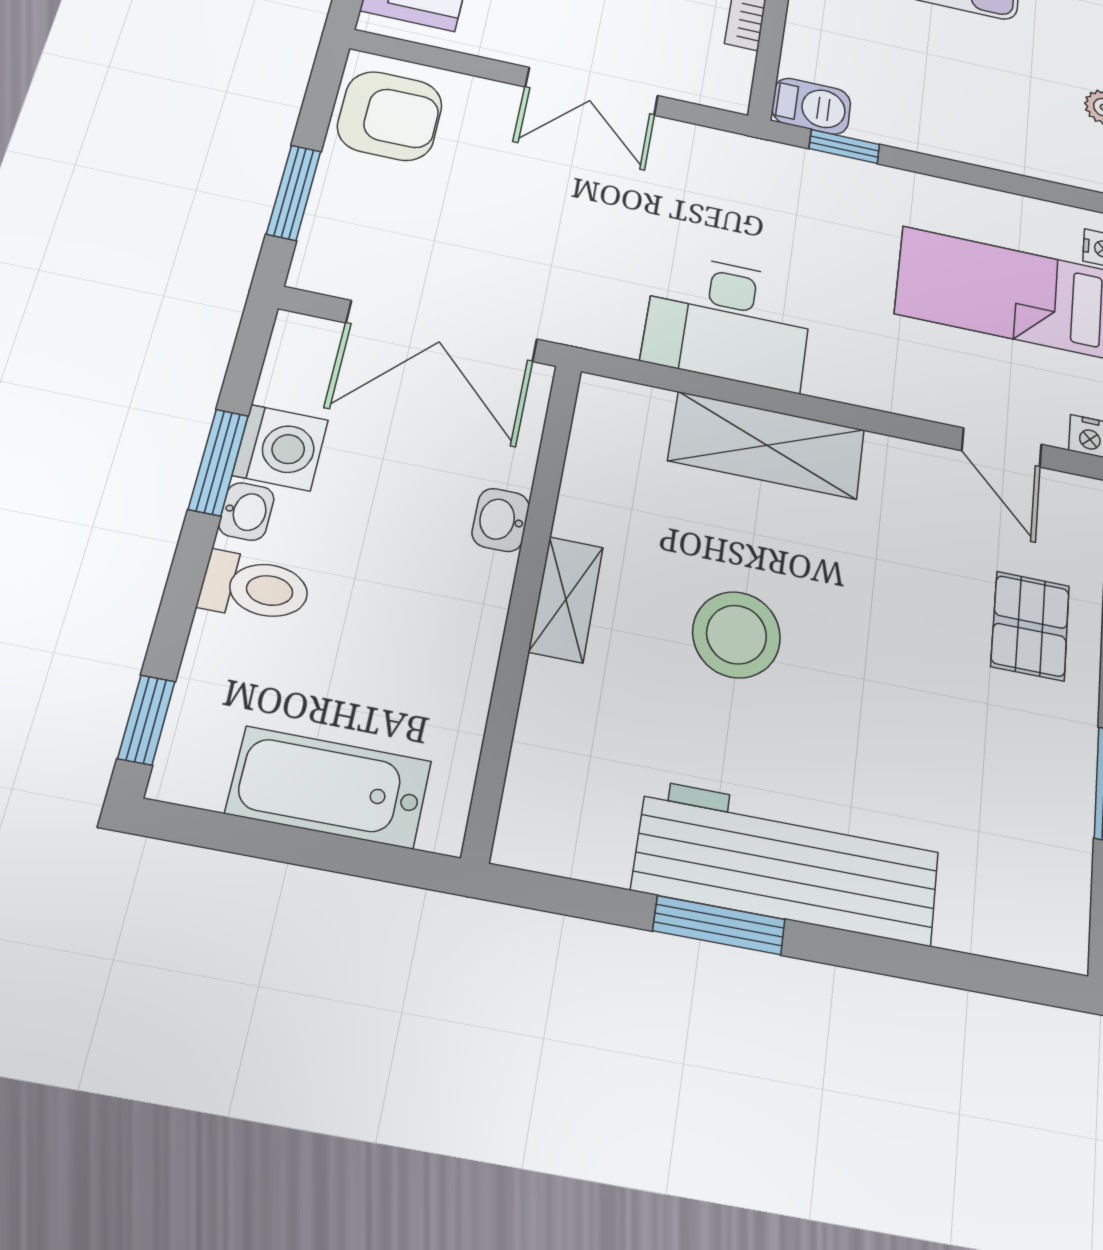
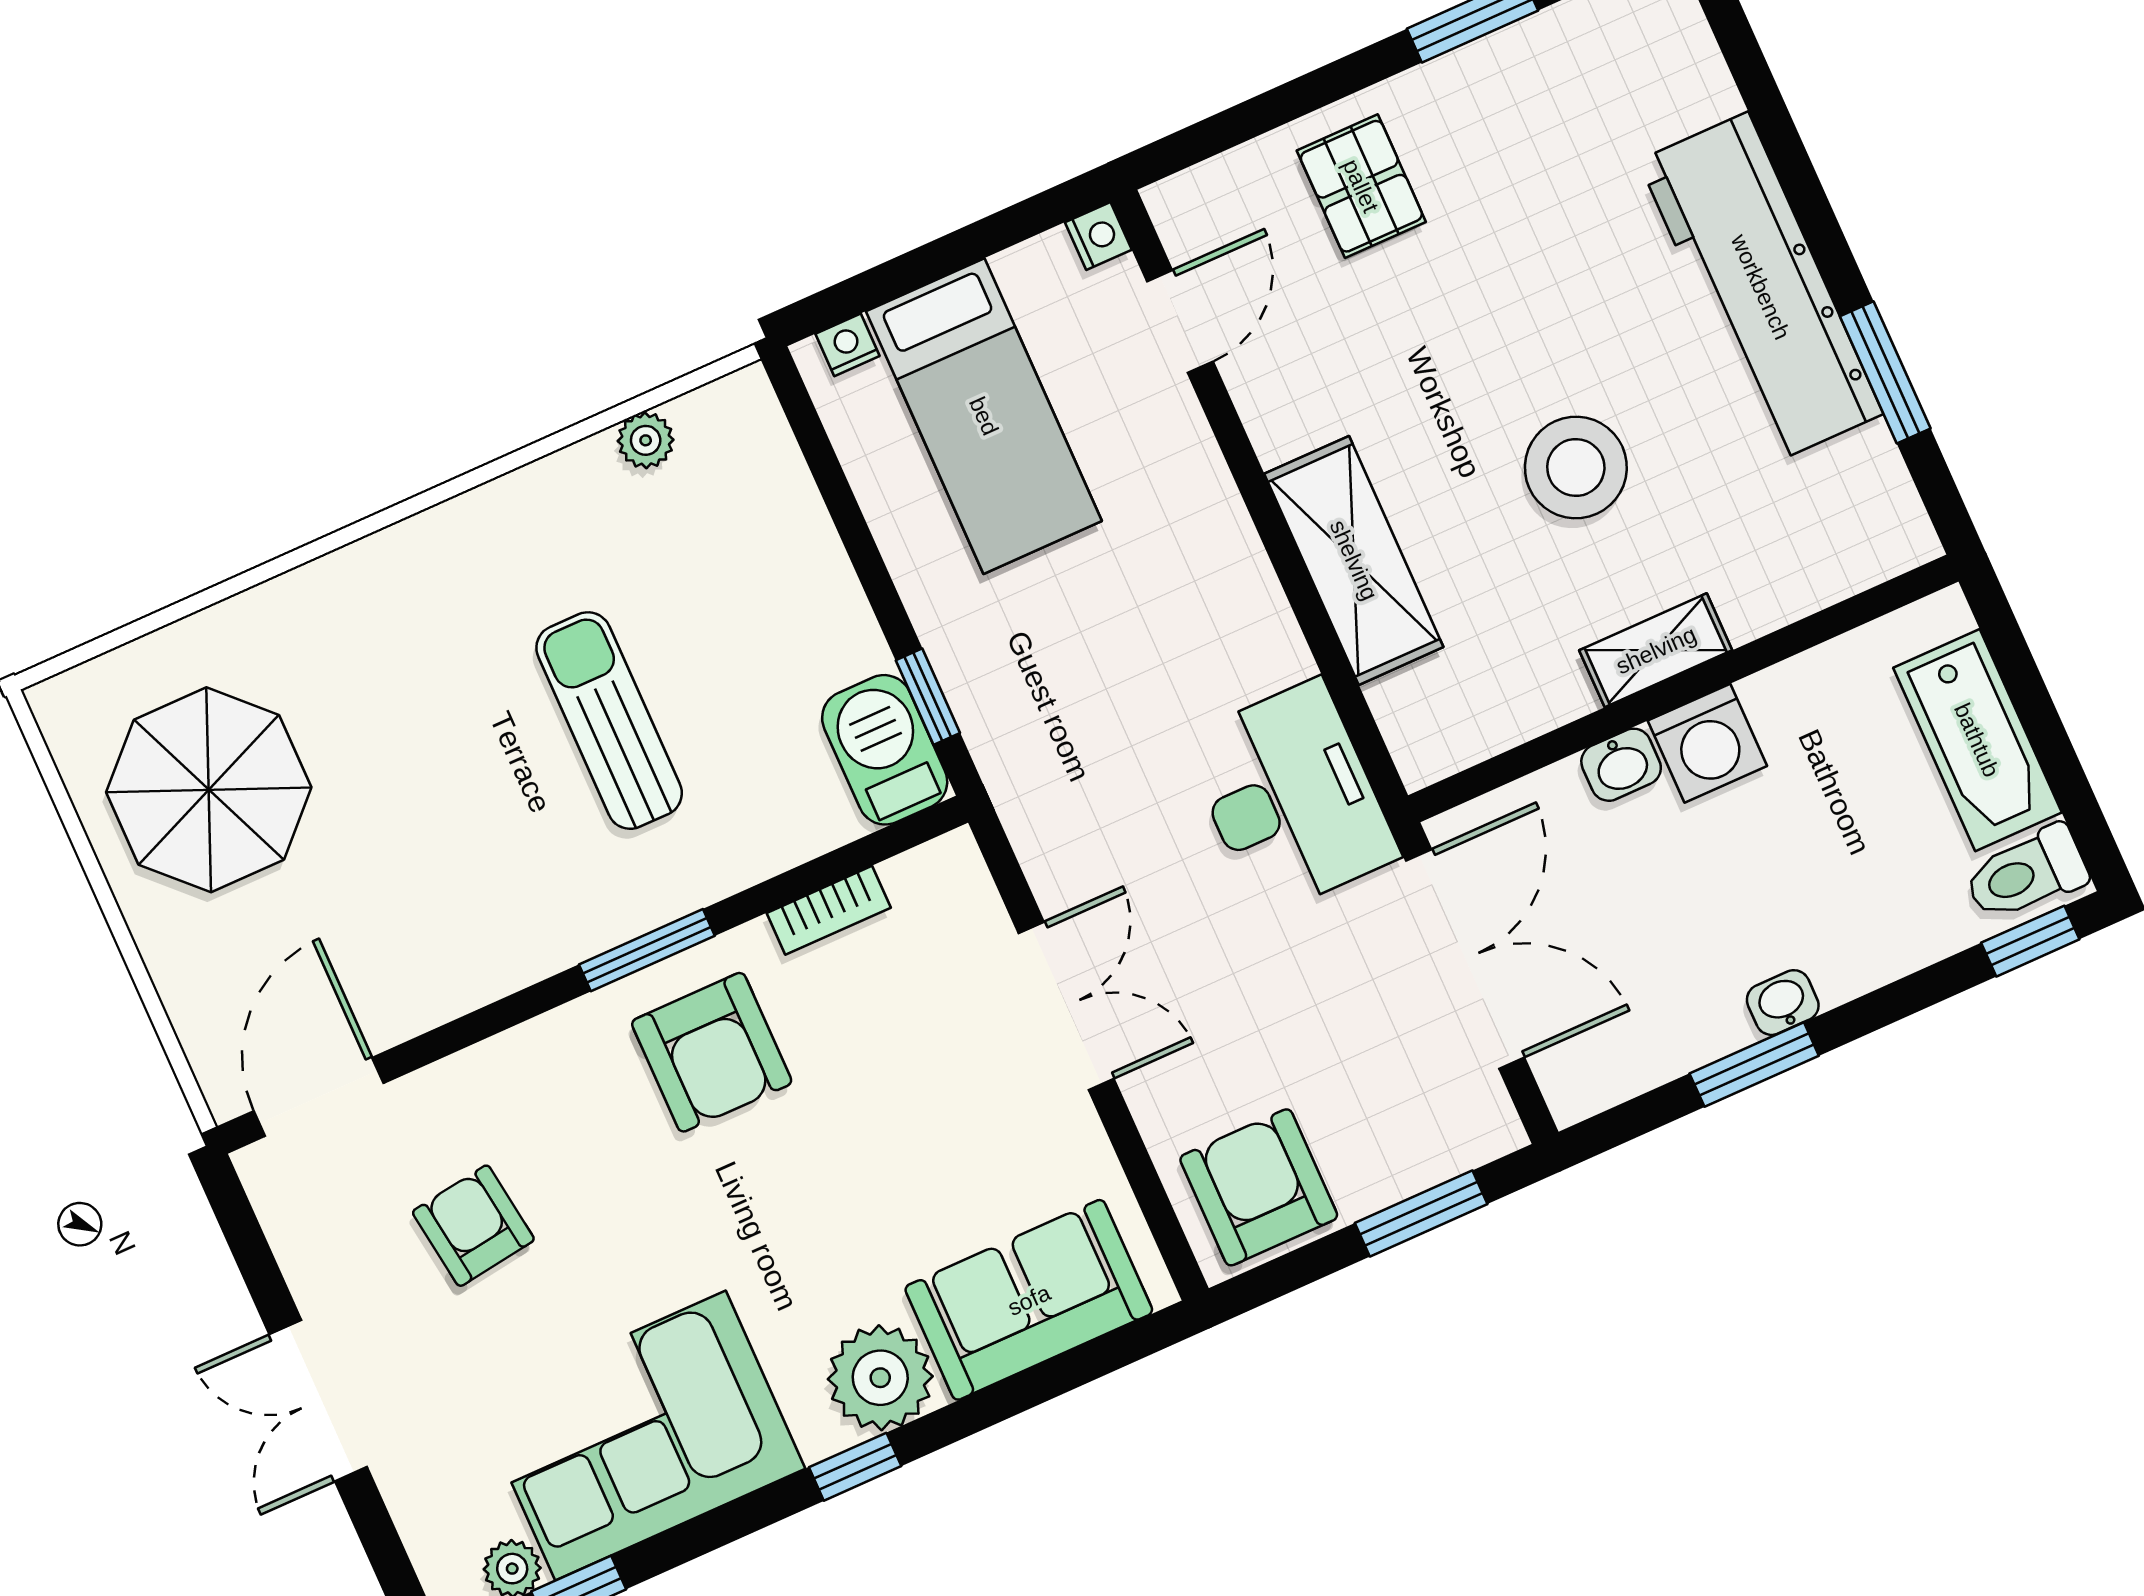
barbecue: (811, 106) -> (885, 750), width x1.38, depth x1.27
desk: (728, 321) -> (1291, 798), moved
washing machine: (280, 448) -> (1707, 743), moved, turned 180
toilet: (255, 588) -> (2026, 874), moved, turned -90
pallet: (1030, 626) -> (1361, 186), turned 90
window: (719, 925) -> (1885, 372), moved

